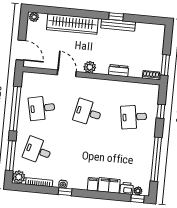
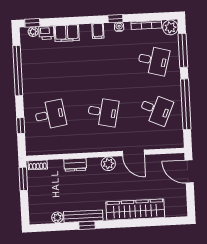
plant: (34, 17) -> (57, 217), moved
desk: (42, 108) -> (156, 109), turned 36
filing cabinet: (93, 184) -> (98, 31), moved

